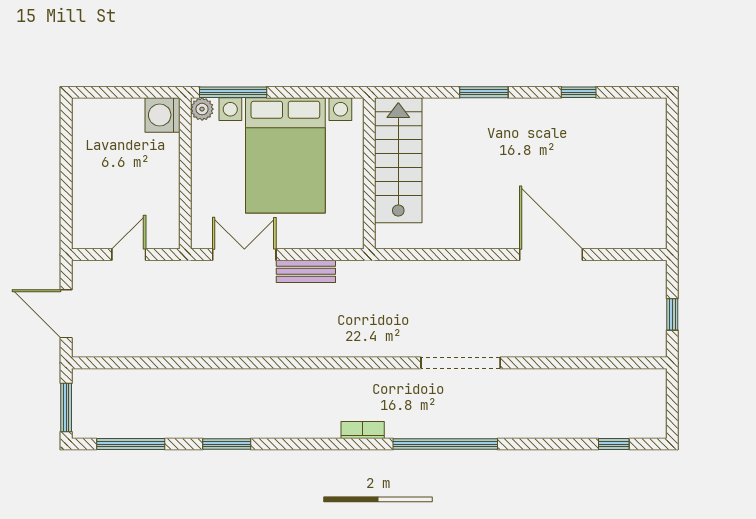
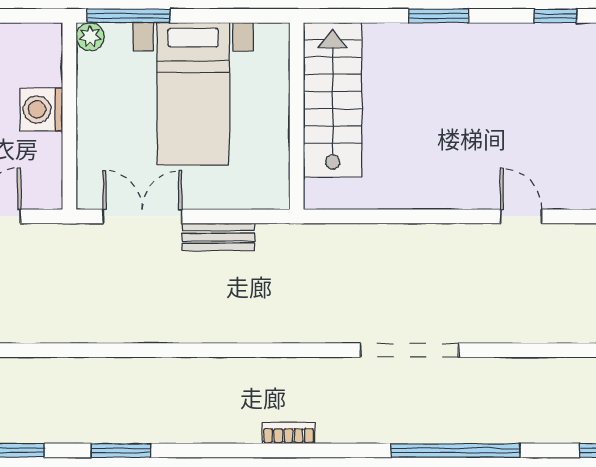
washing machine: (162, 115) -> (41, 109), moved
bed with nightstands: (285, 155) -> (193, 94), width x0.73
door: (551, 255) -> (521, 216), width x0.53
window: (445, 444) -> (456, 450), moved

